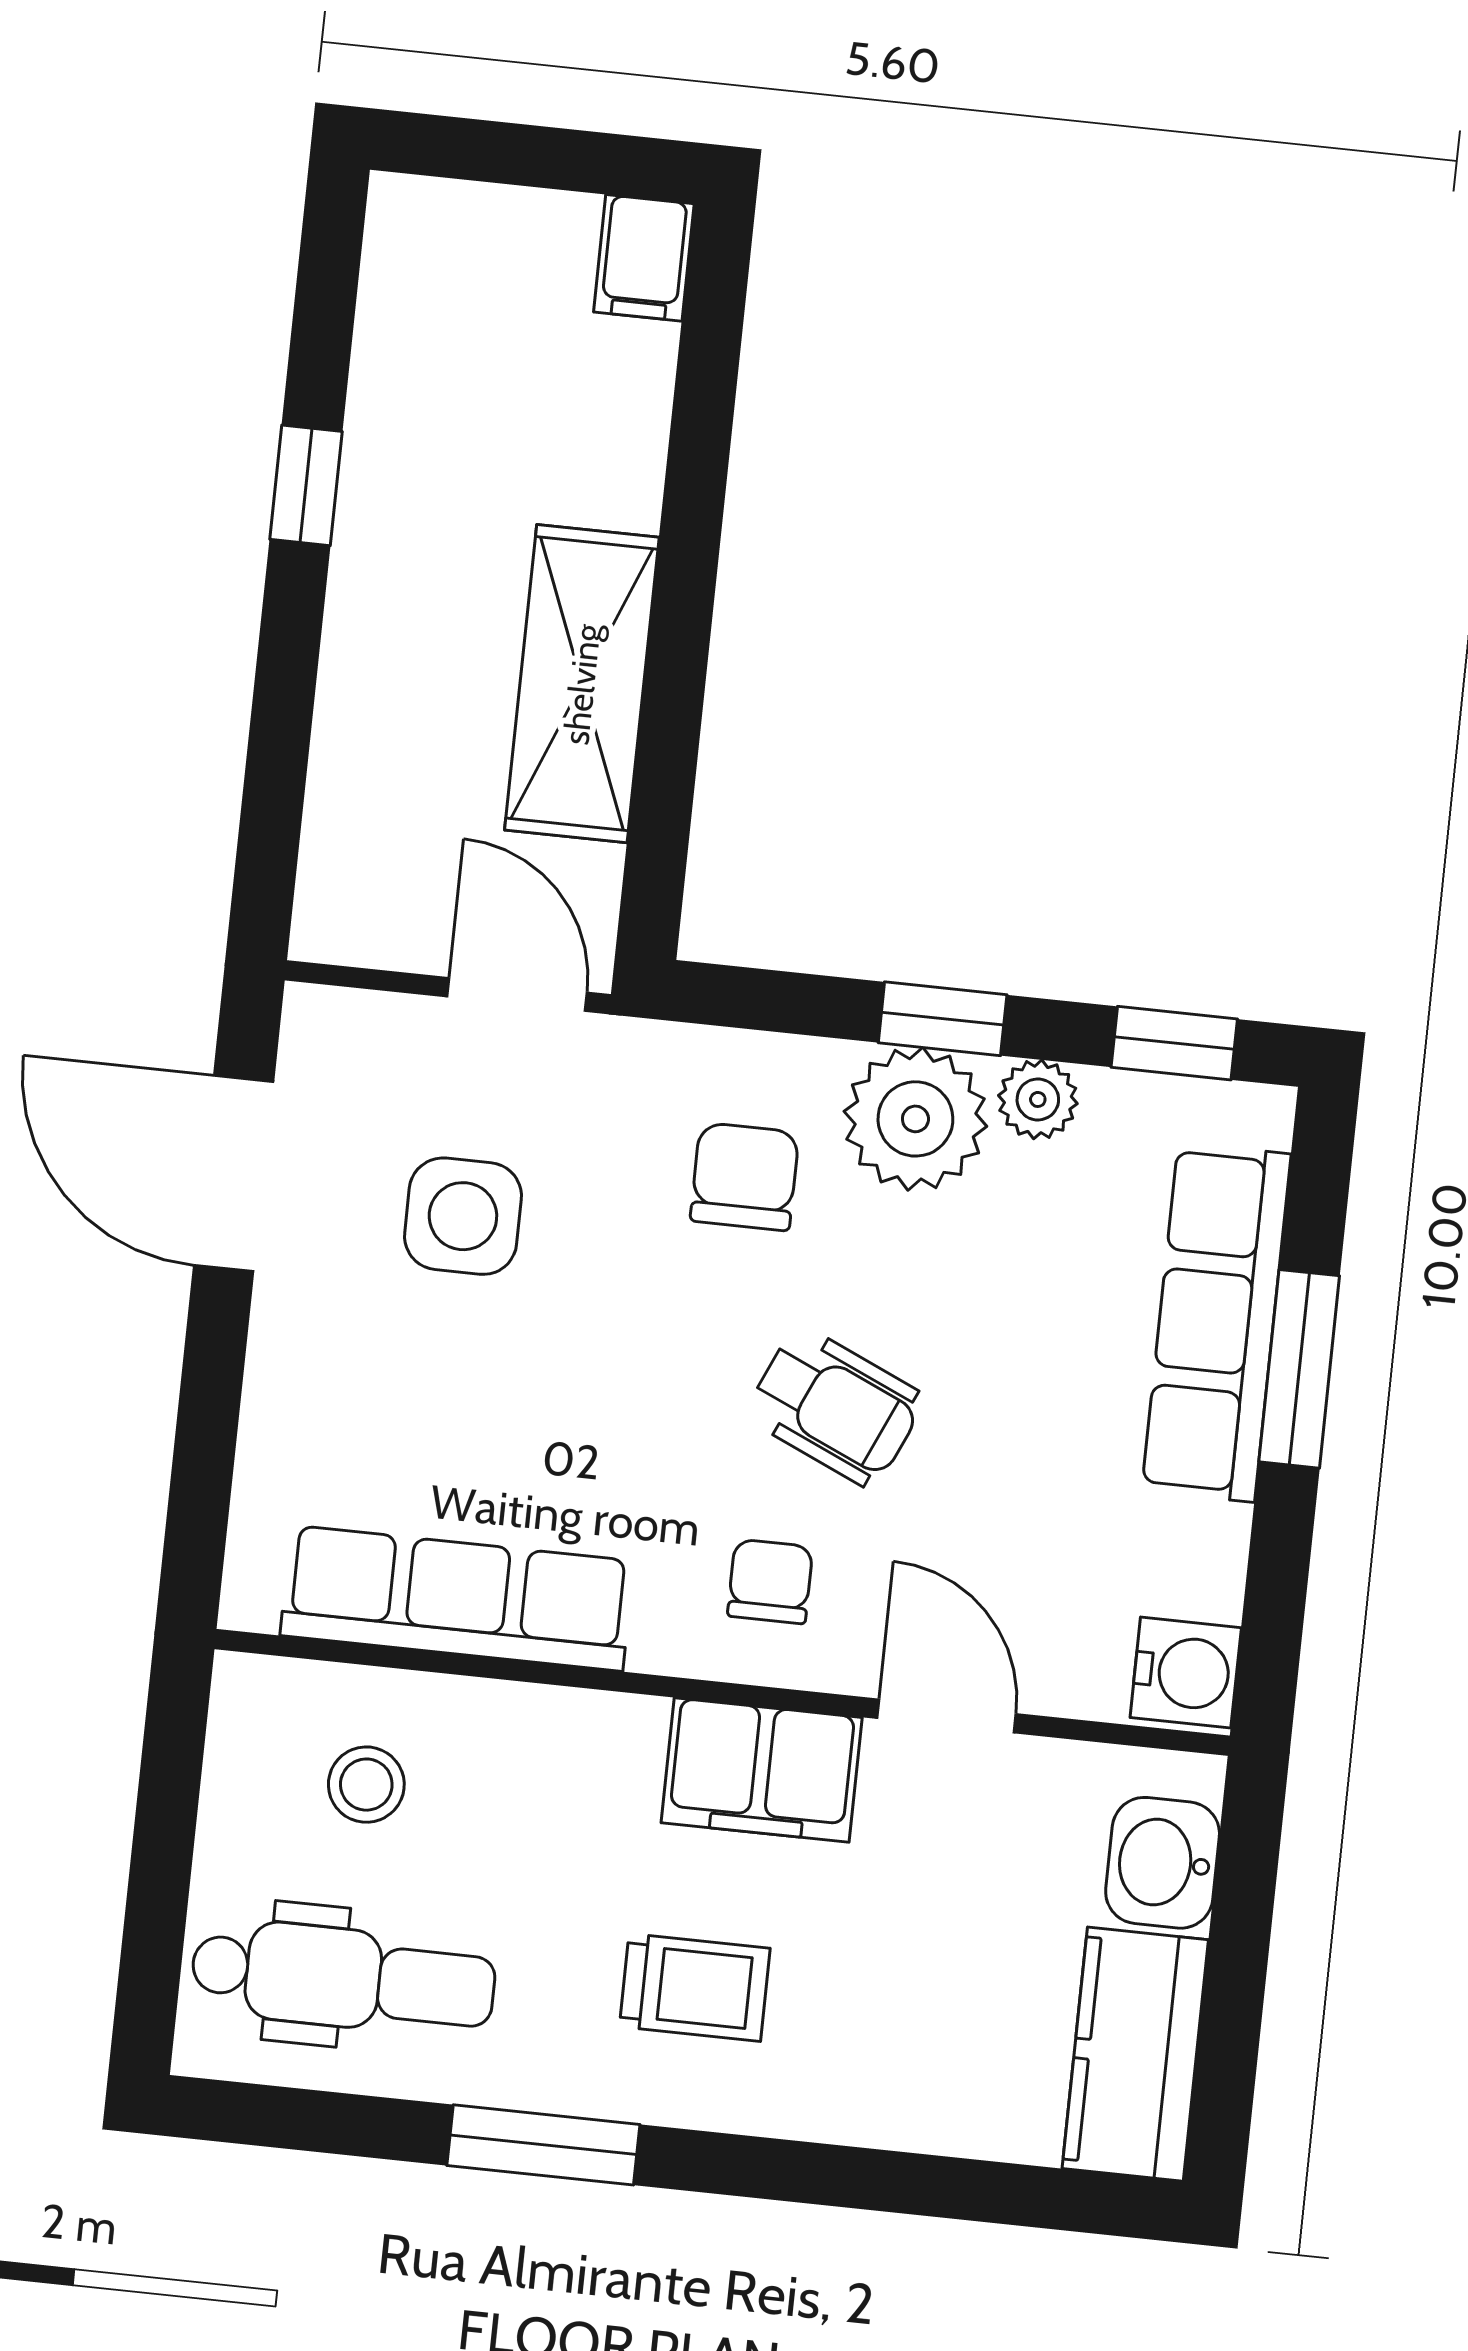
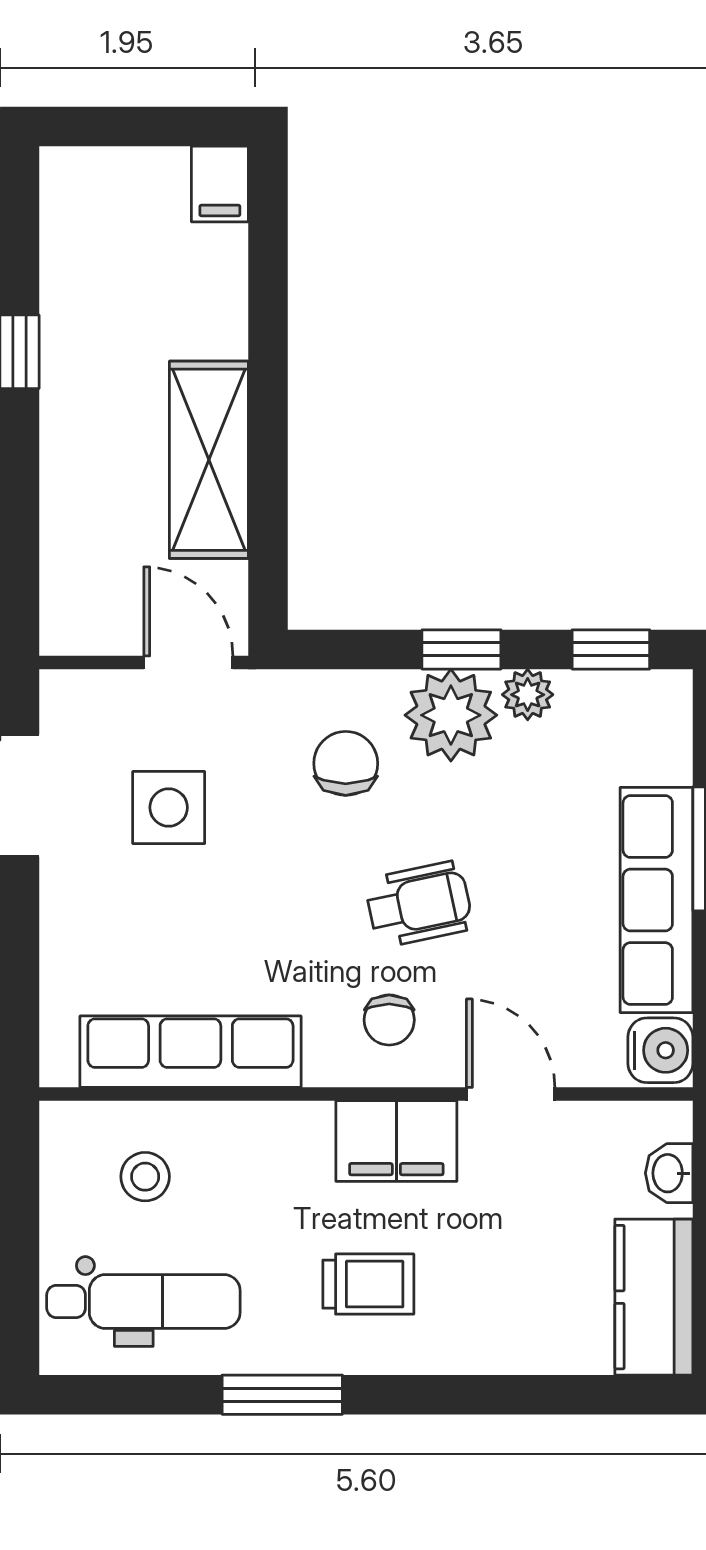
row of seats: (1216, 1322) -> (656, 900), moved
wheelchair: (835, 1407) -> (419, 904), turned -36
chair: (770, 1581) -> (389, 1020), turned 180
washbasin: (1163, 1863) -> (669, 1173), width x0.72, depth x0.69

